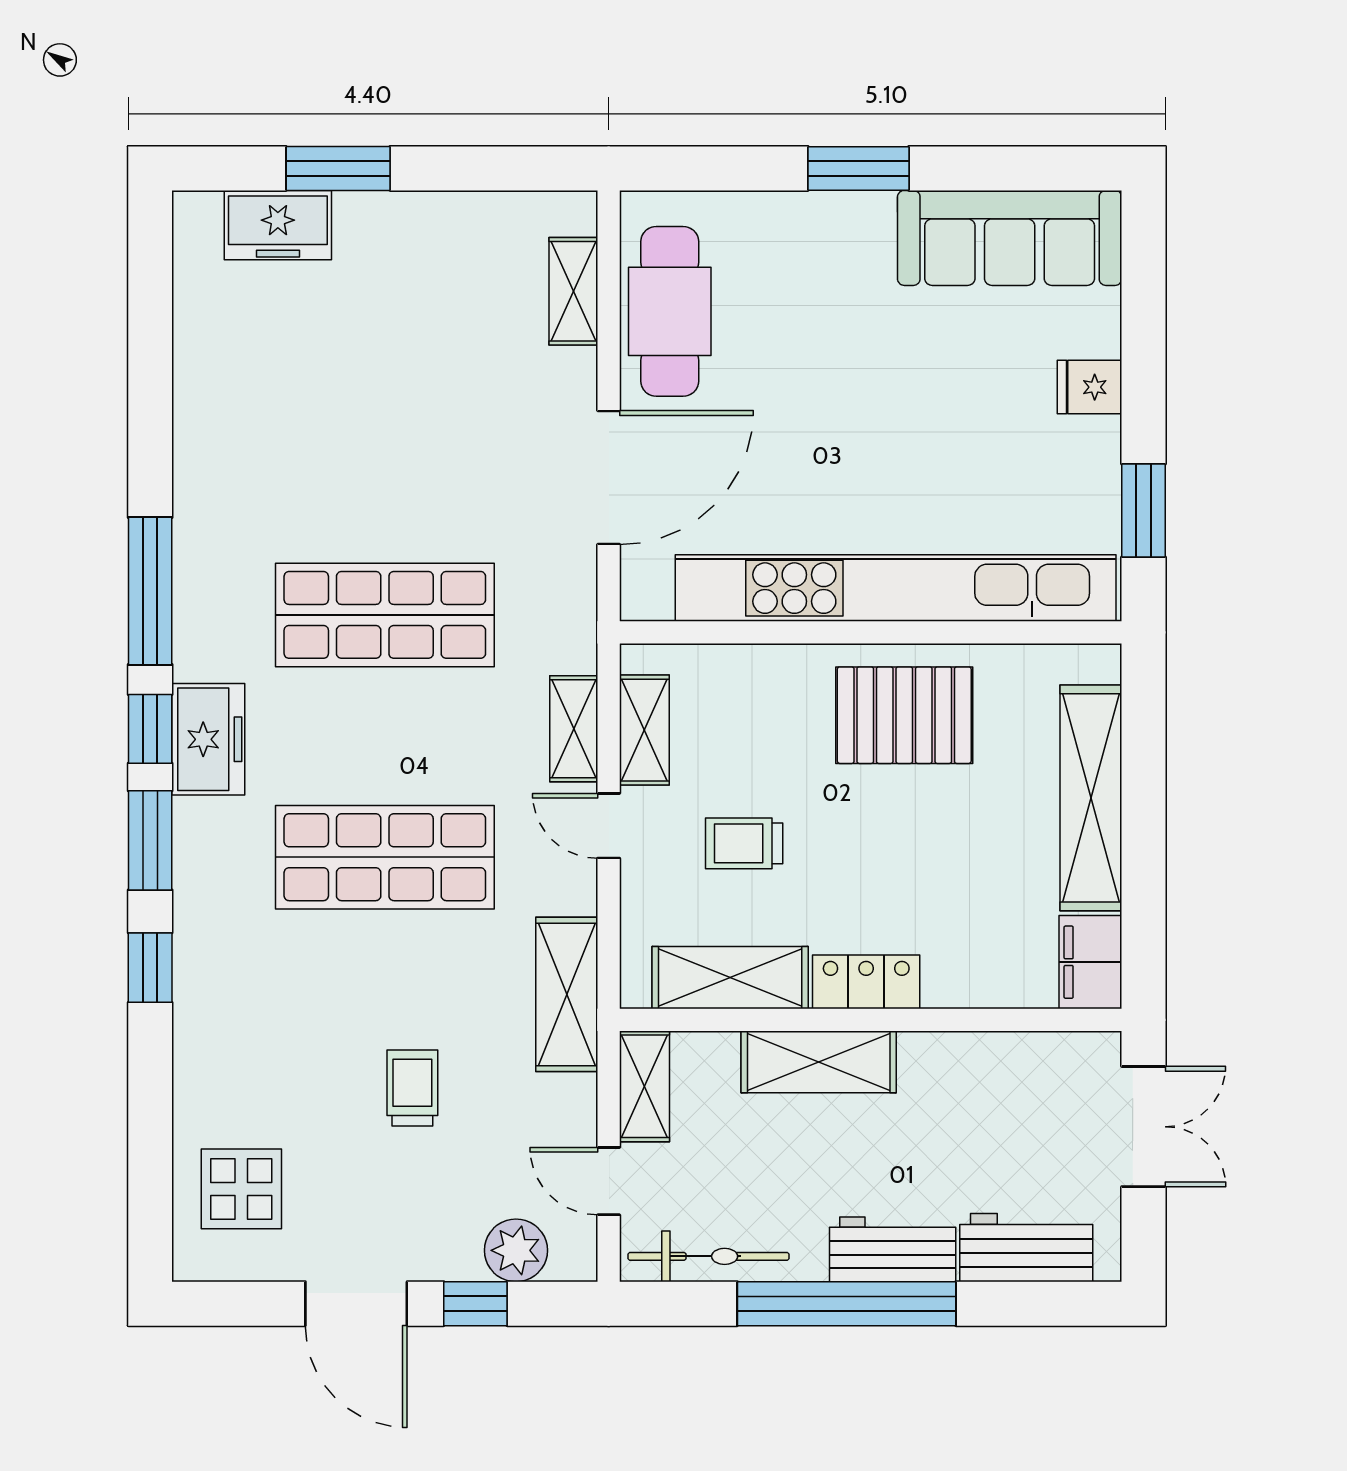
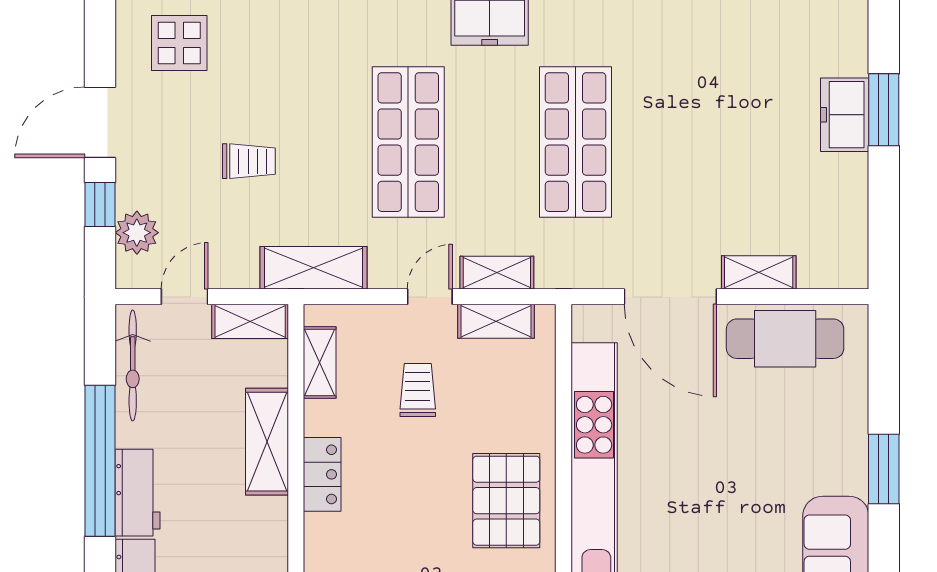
freezer: (278, 225) -> (845, 115), moved
shelving: (573, 291) -> (759, 272), moved
shelving: (730, 978) -> (320, 362), width x0.67, depth x0.75

